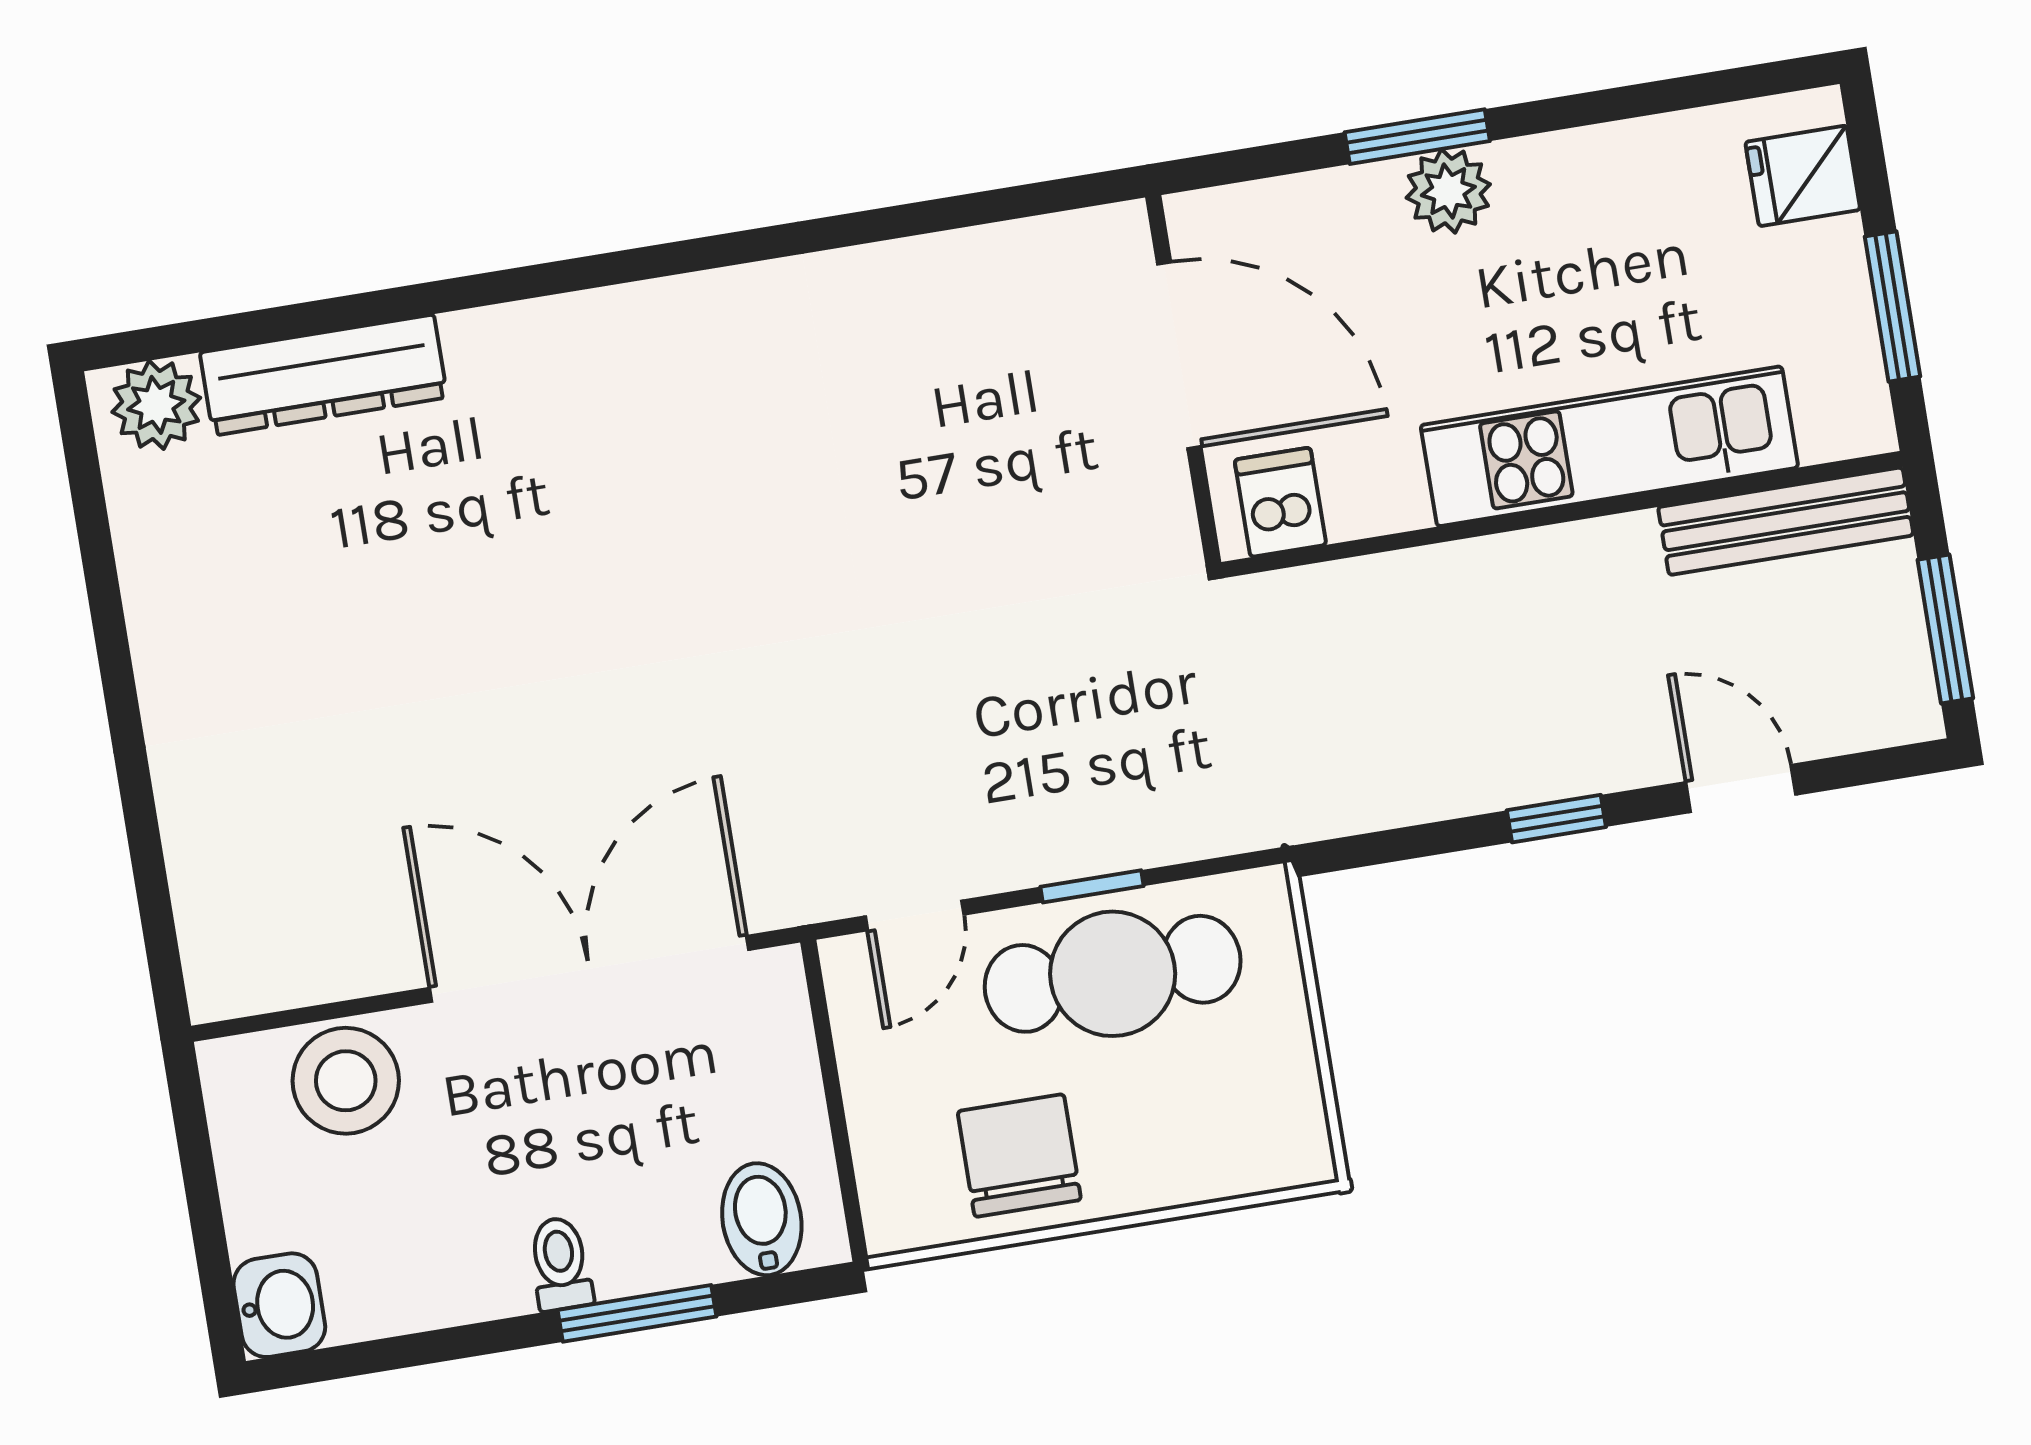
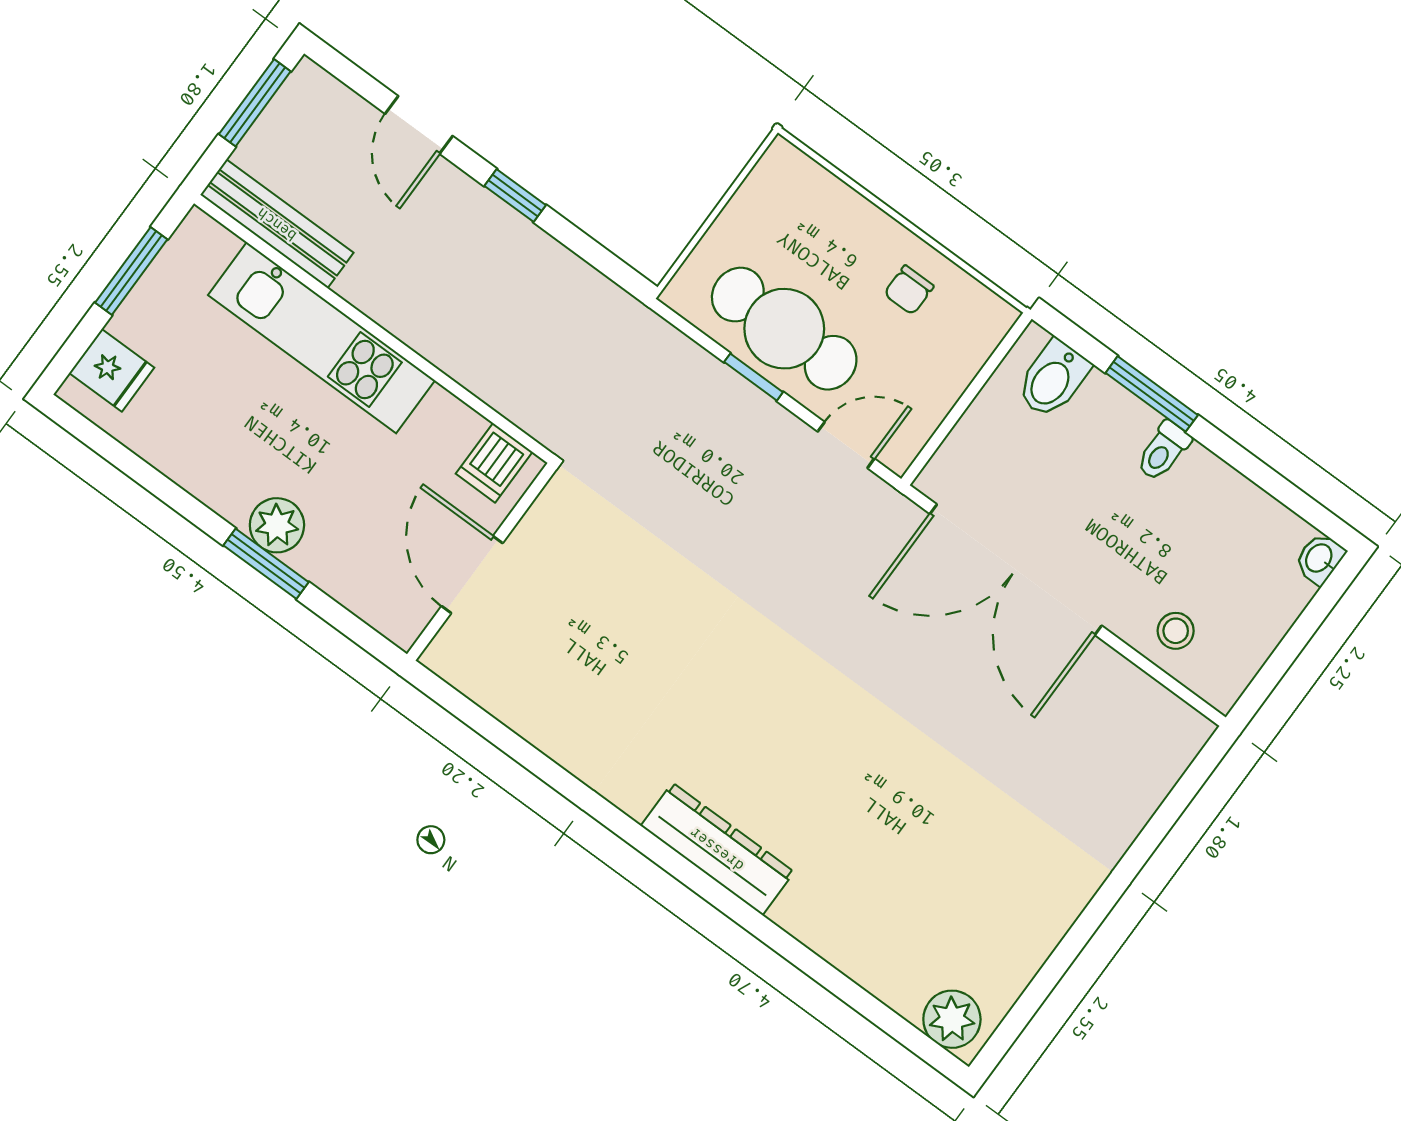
door: (1179, 355) -> (472, 575), width x0.73
dresser: (324, 375) -> (717, 849), moved
stool: (346, 1081) -> (1176, 631), width x0.53, depth x0.53
chair: (1019, 1156) -> (909, 290), width x0.54, depth x0.54
washbasin: (279, 1305) -> (1320, 559), width x0.72, depth x0.69

